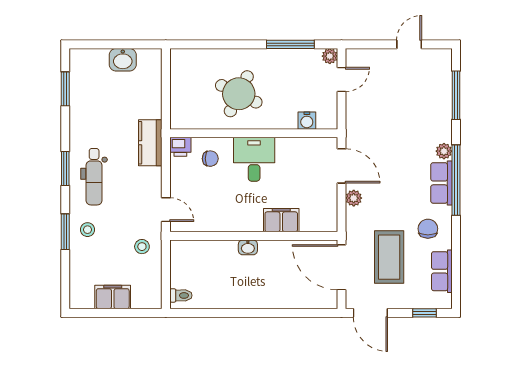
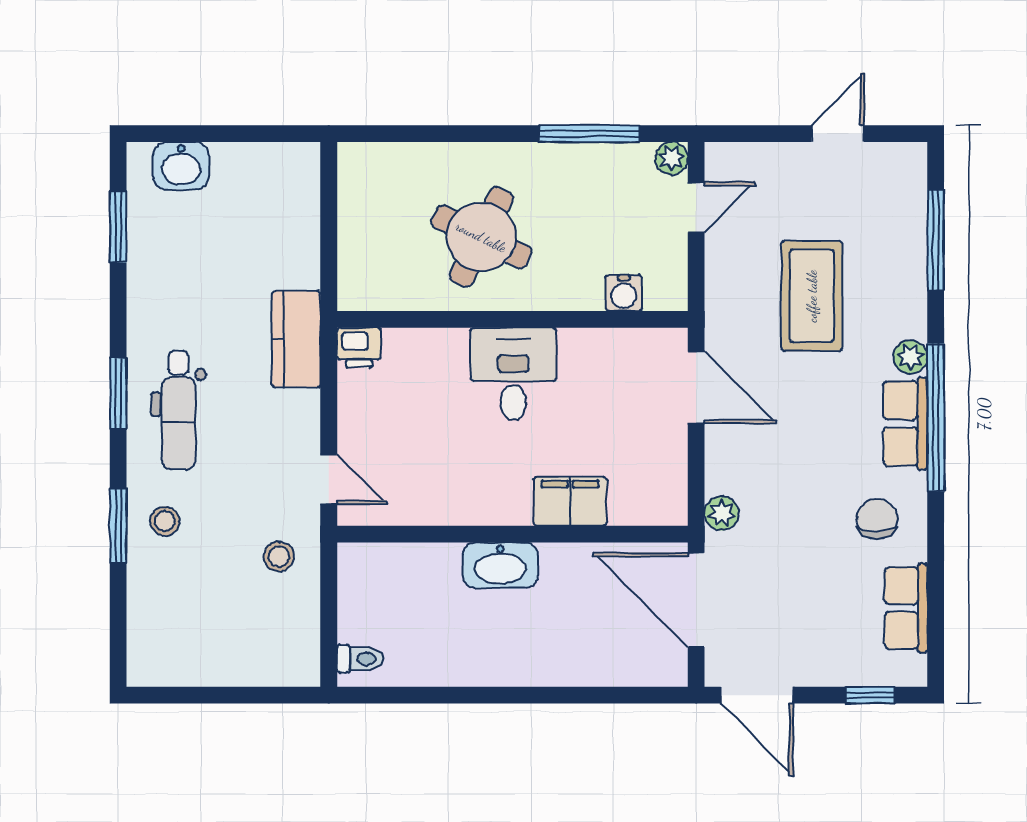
washbasin: (123, 60) -> (181, 166), moved
chair: (210, 159) -> (422, 372), removed
plant: (354, 198) -> (722, 513), moved
washbasin: (248, 247) -> (500, 565), width x1.91, depth x1.45
coffee table: (389, 257) -> (812, 296), moved
filing cabinet: (113, 297) -> (218, 662), removed

